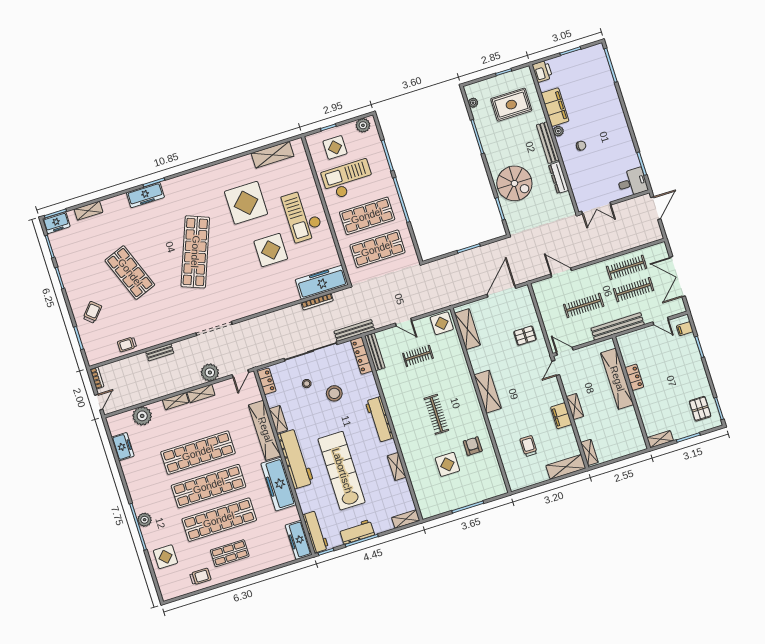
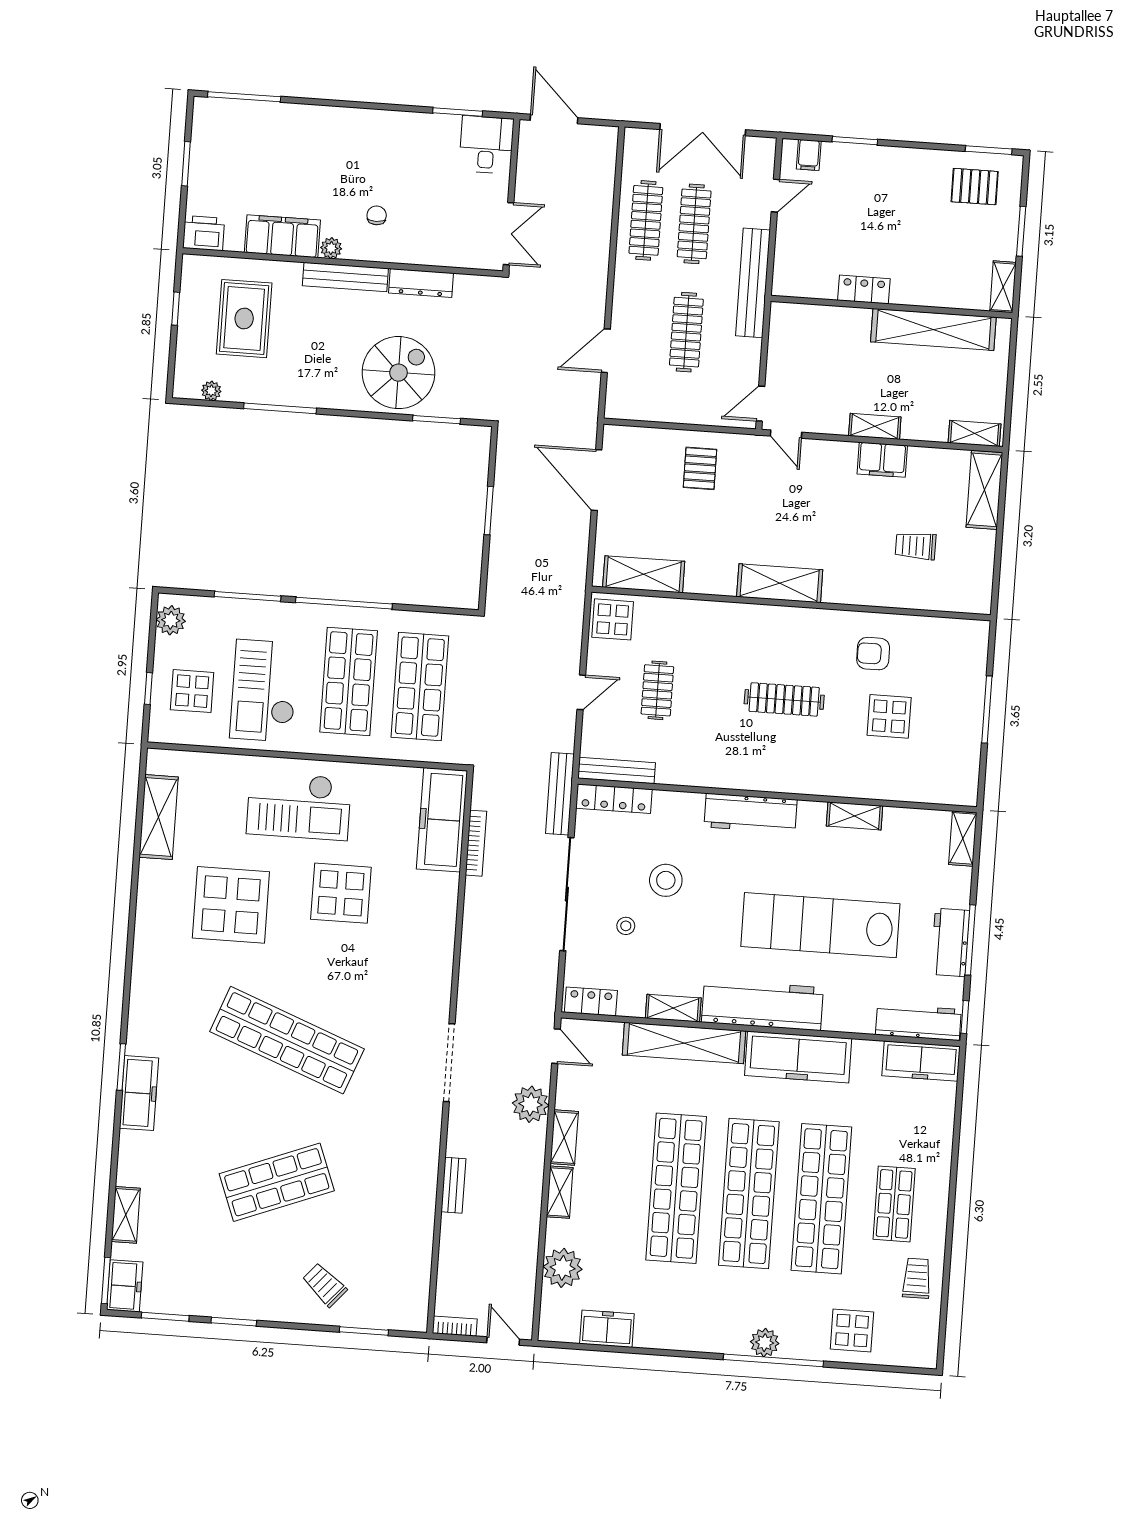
trolley: (127, 344) -> (413, 1243), removed
shelving: (617, 379) -> (933, 329), moved

